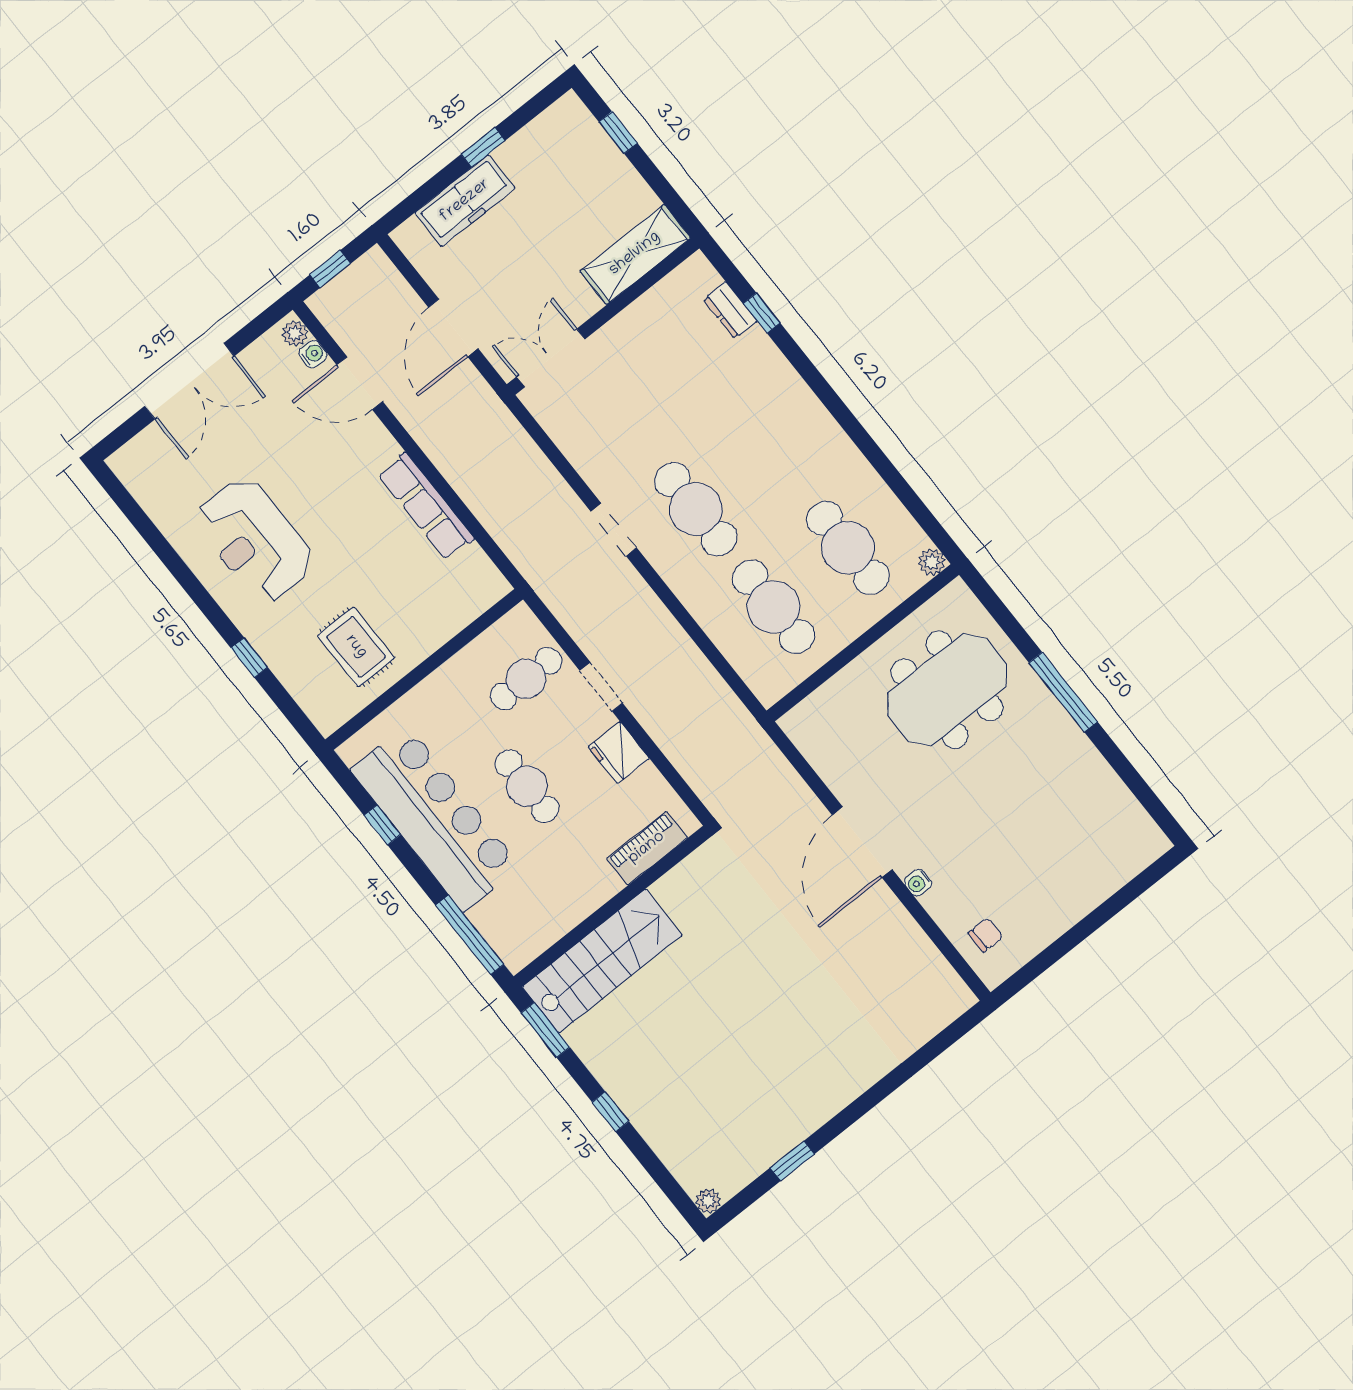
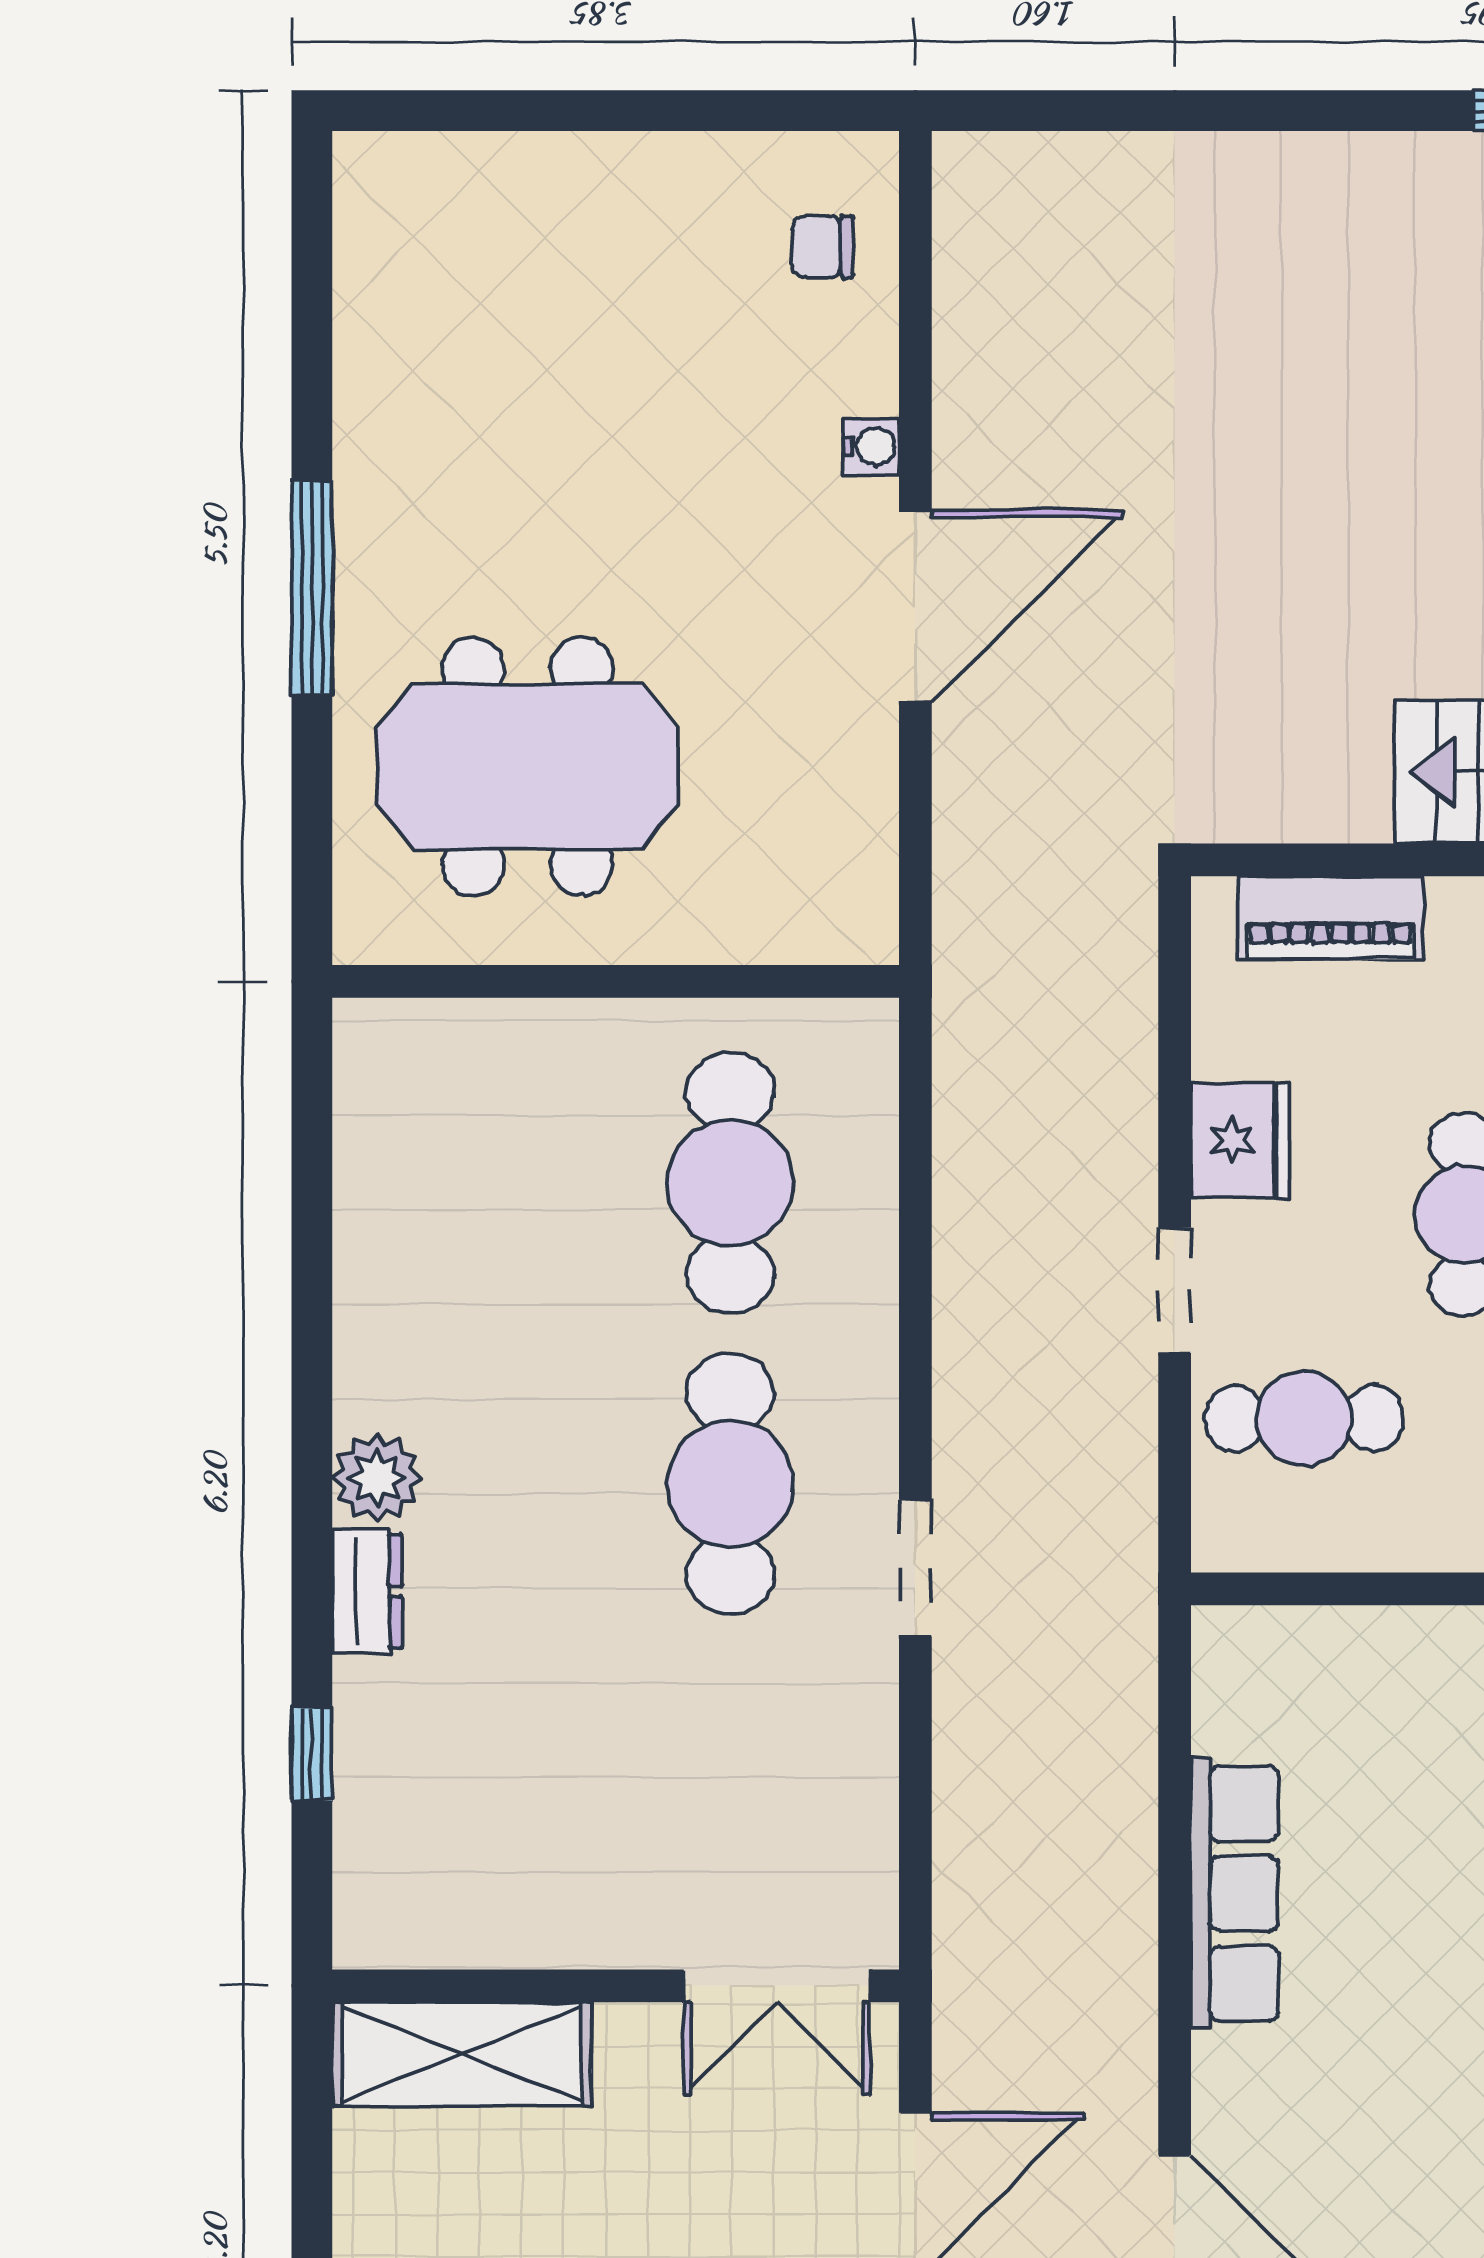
dresser: (730, 310) -> (367, 1591), moved
cafe table: (848, 548) -> (501, 1183), removed
plant: (932, 562) -> (377, 1478), moved, width x1.38, depth x1.38

